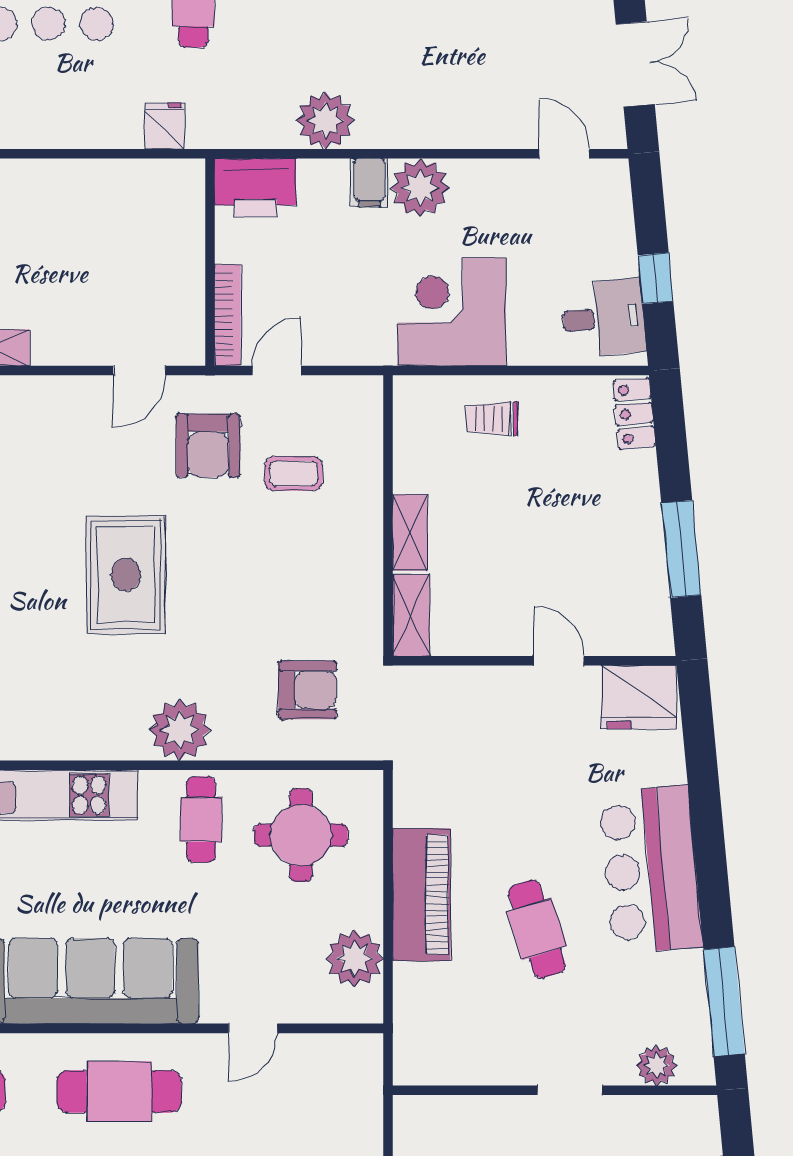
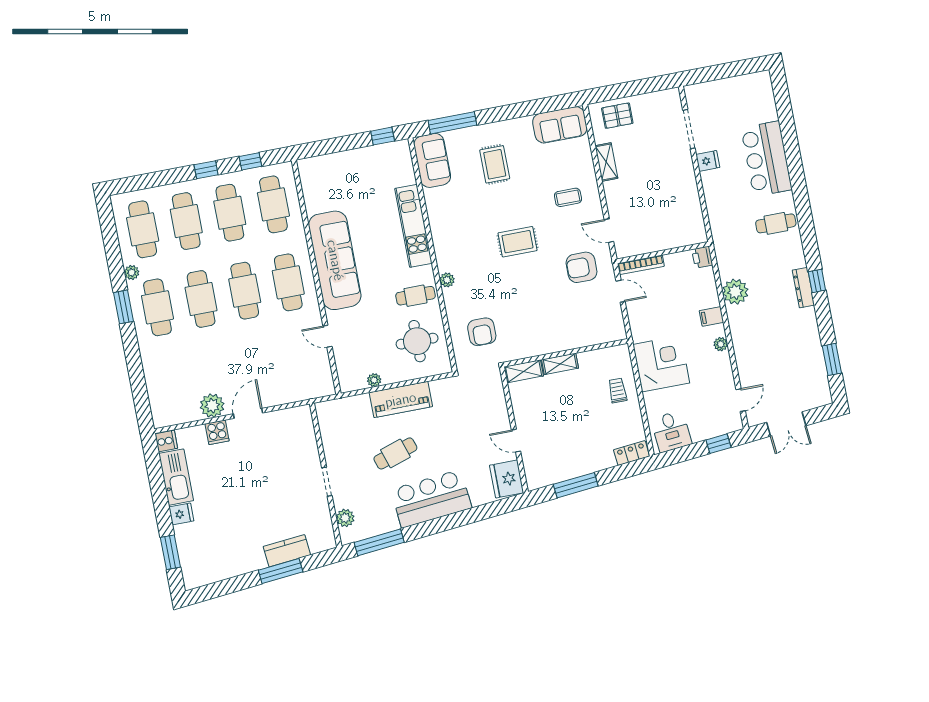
fridge: (165, 126) -> (708, 161), moved
printer: (255, 188) -> (702, 257), width x0.53, depth x0.68
plant: (420, 188) -> (721, 344), width x0.53, depth x0.53
window: (655, 278) -> (719, 444), moved
coffee table: (294, 474) -> (568, 197), moved, turned 90
rug: (126, 575) -> (517, 242), width x0.73, depth x0.70
door: (559, 661) -> (516, 441), swing flipped
plant: (180, 730) -> (447, 280), width x0.53, depth x0.53
plant: (355, 958) -> (374, 380), width x0.53, depth x0.53

